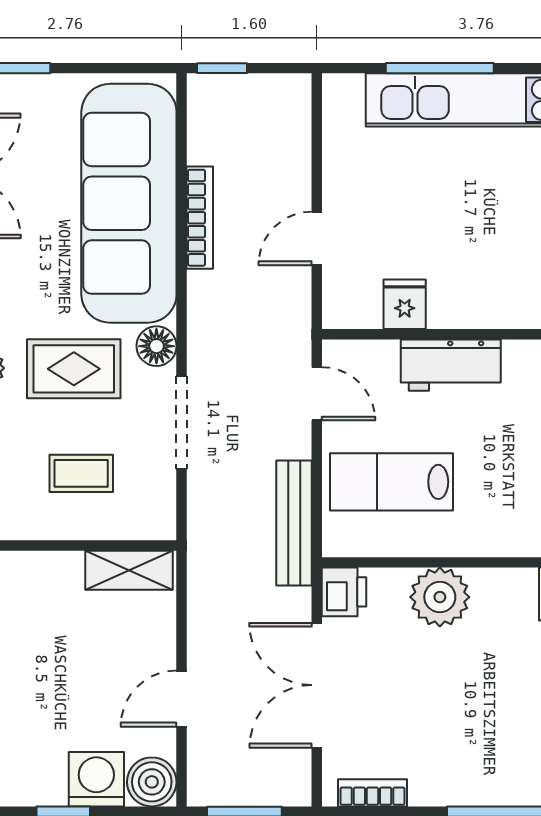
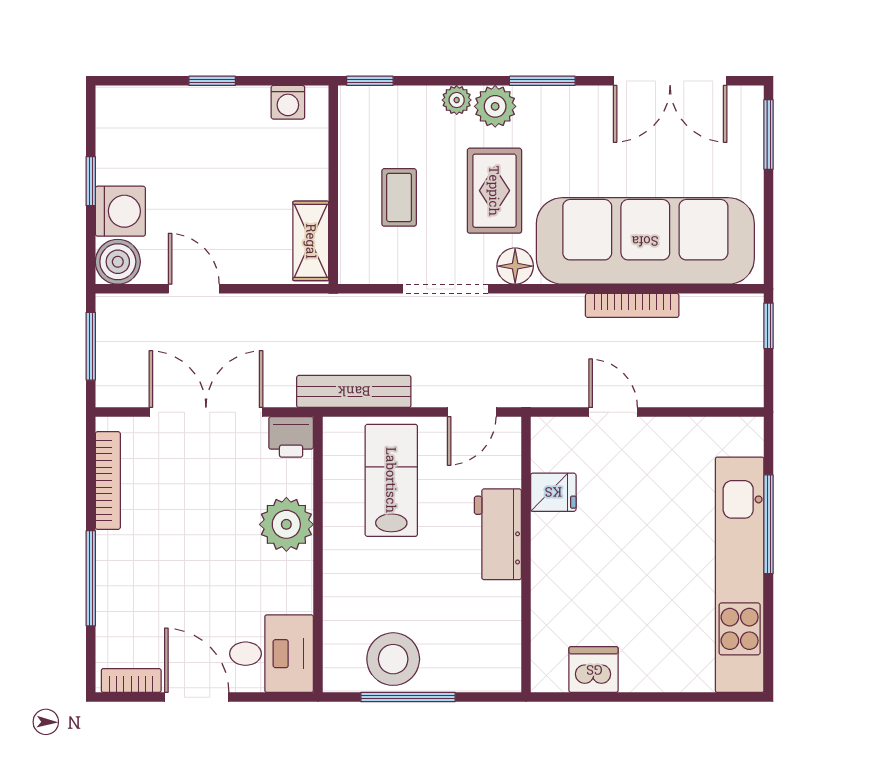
bookcase: (372, 793) -> (108, 481), width x1.56

